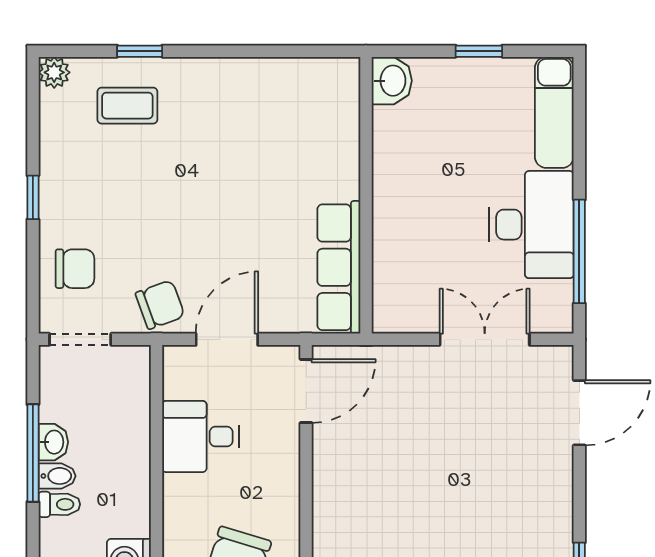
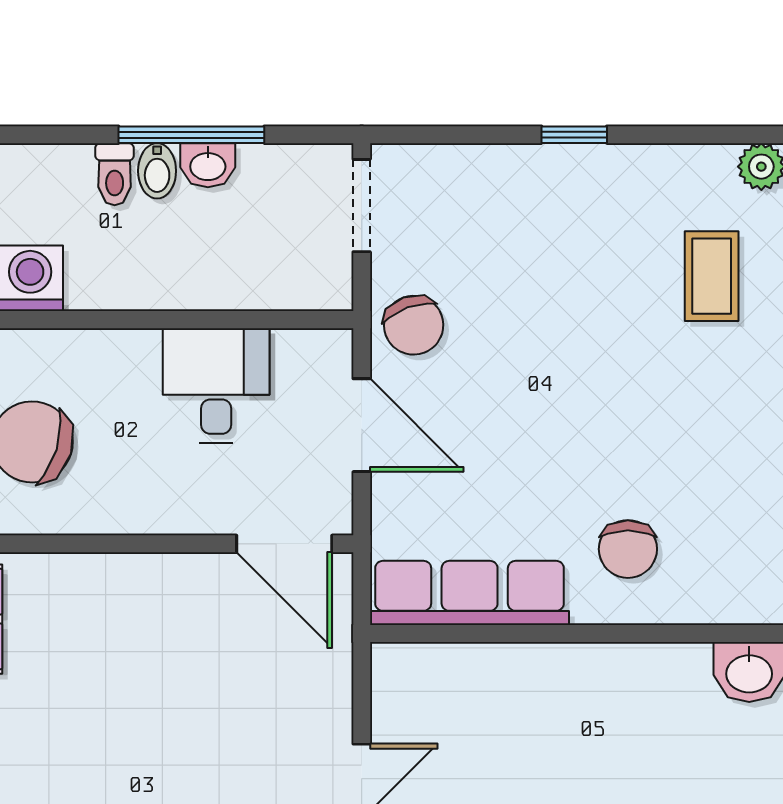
chair: (75, 269) -> (628, 549), moved

